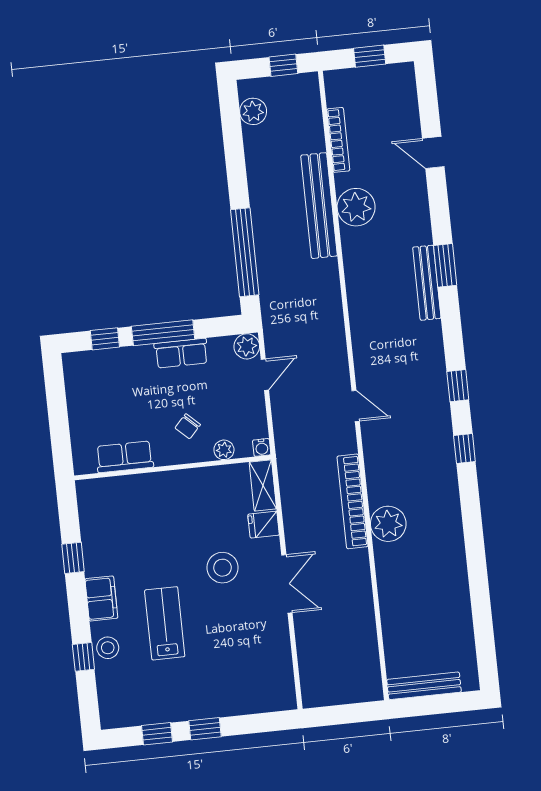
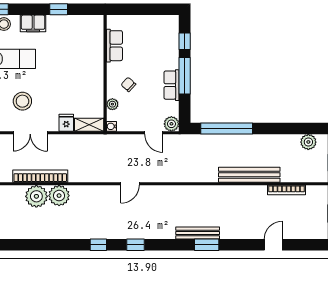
plant: (356, 207) -> (36, 196), moved
bookcase: (353, 501) -> (40, 176), moved
stool: (223, 568) -> (22, 101), moved

